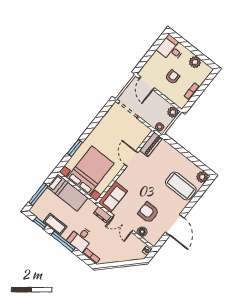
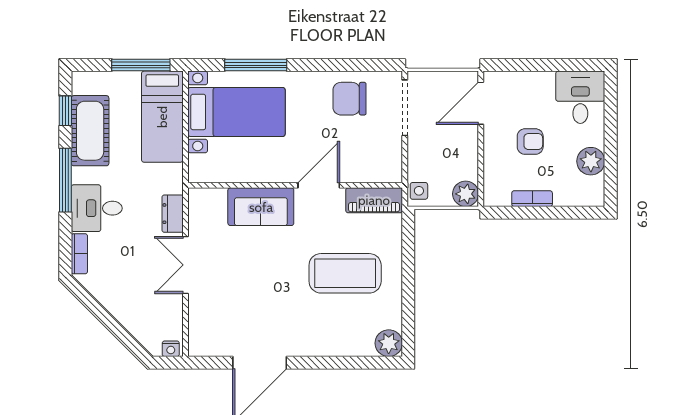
chair: (111, 126) -> (350, 99), added
window: (75, 148) -> (256, 65), width x1.44
bed with nightstands: (90, 171) -> (236, 112), width x0.73
coffee table: (181, 186) -> (345, 273), moved, turned 90
window: (38, 194) -> (141, 65), moved
sofa: (113, 197) -> (261, 207), moved
armchair: (148, 212) -> (244, 296), removed
cot: (55, 224) -> (90, 131), width x1.37, depth x1.34
floor lamp: (142, 232) -> (199, 312), removed

